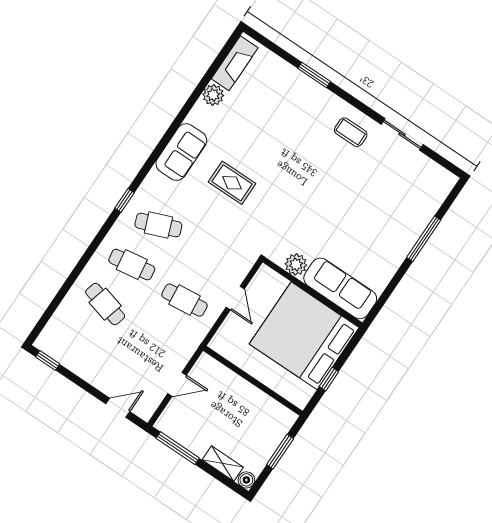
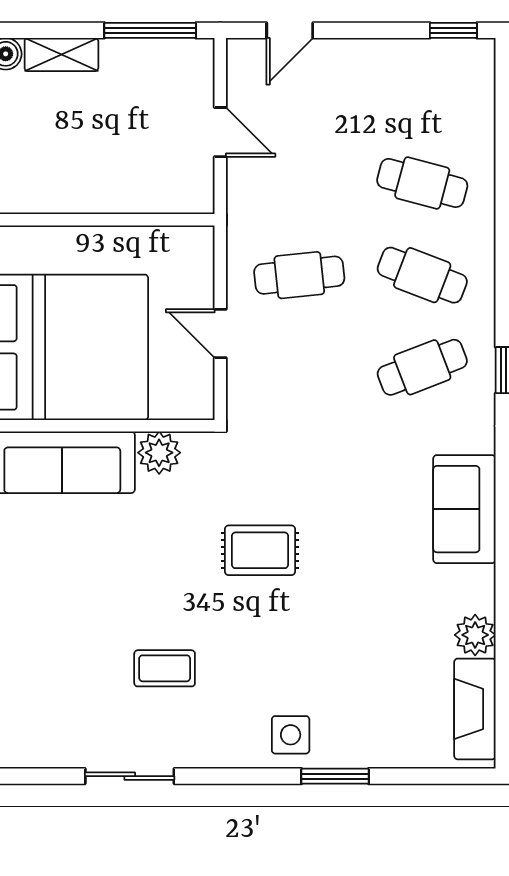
side table: (321, 106) -> (291, 735), added
coffee table: (351, 132) -> (165, 668), moved
rug: (232, 183) -> (260, 550), moved
cafe table: (132, 265) -> (422, 275), turned 30
door: (177, 384) -> (220, 132), swing flipped

